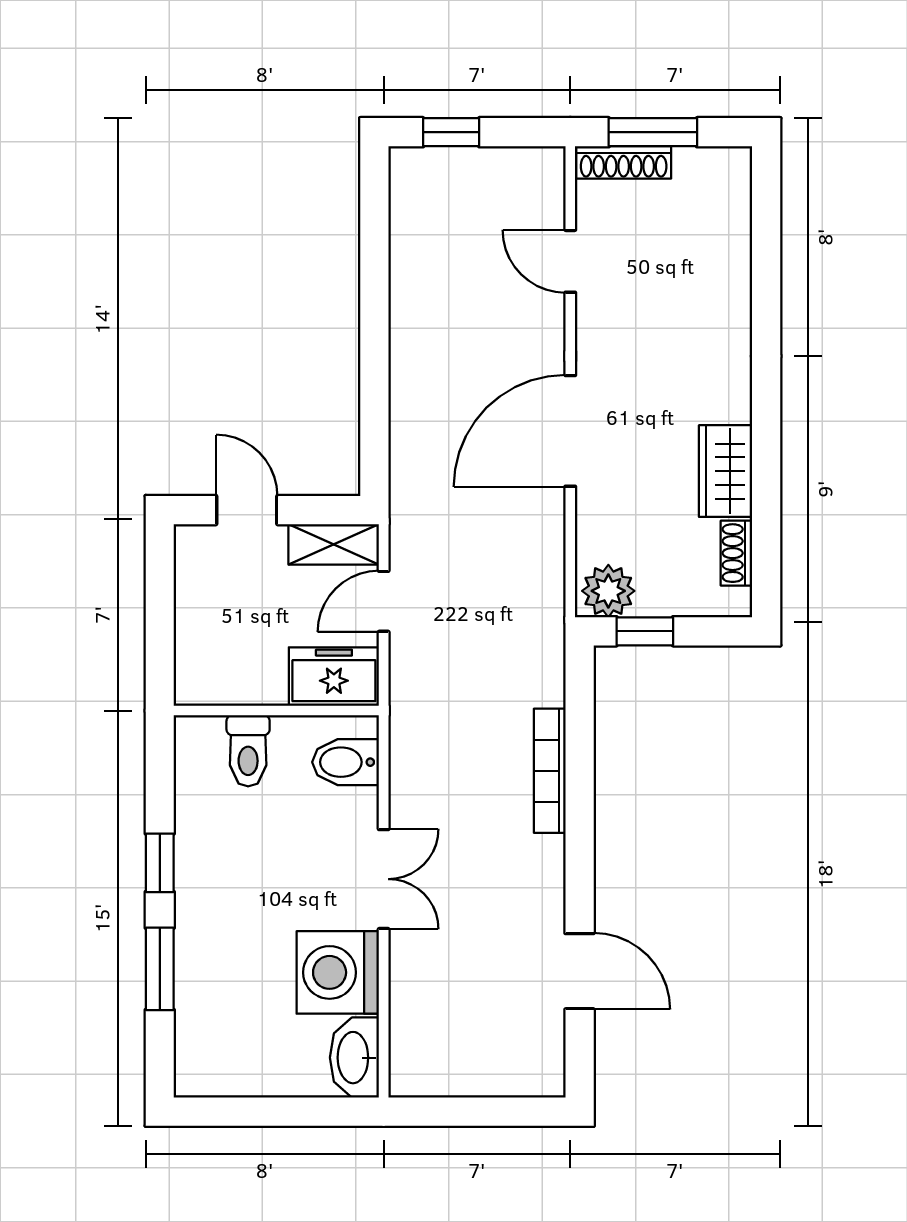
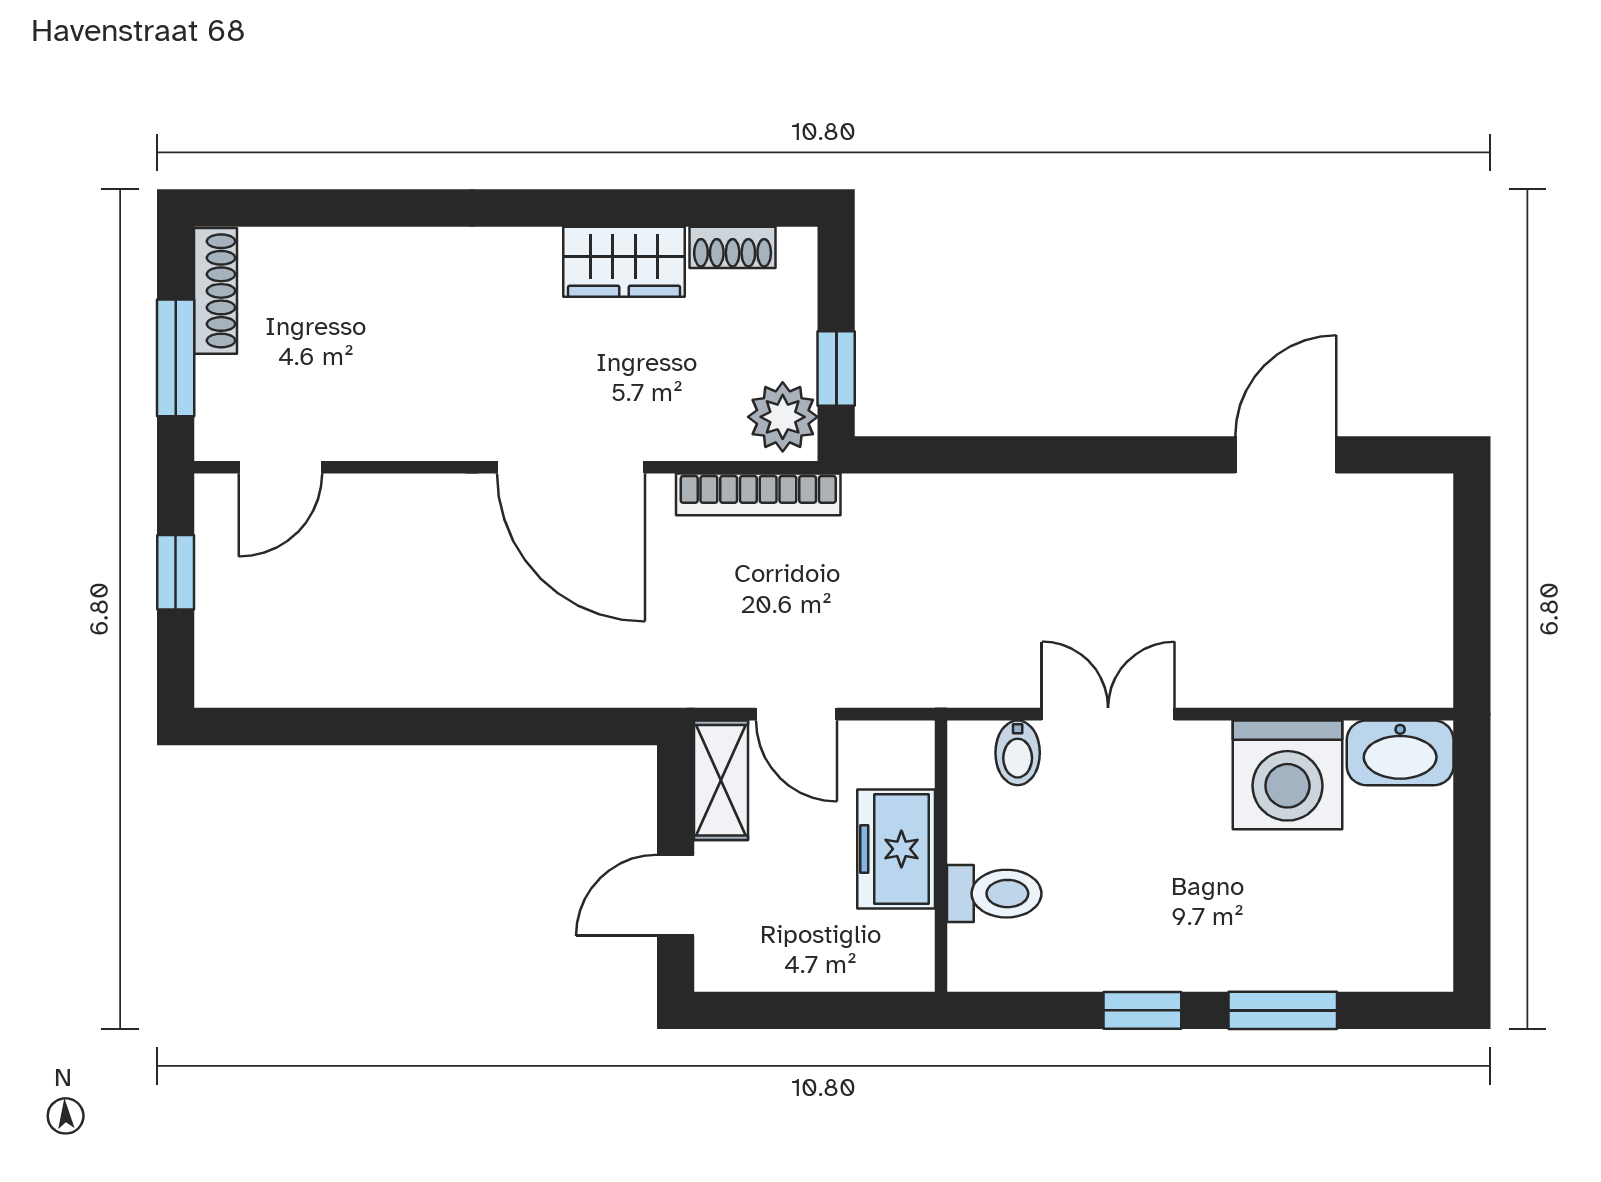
window: (451, 132) -> (176, 572), moved
shoe rack: (624, 162) -> (215, 291), moved
door: (570, 261) -> (280, 467), moved
freezer: (334, 677) -> (896, 849), moved
bidet: (346, 762) -> (1018, 753), width x0.72, depth x0.74
bookcase: (550, 771) -> (758, 494), moved
double door: (384, 879) -> (1108, 714), moved

